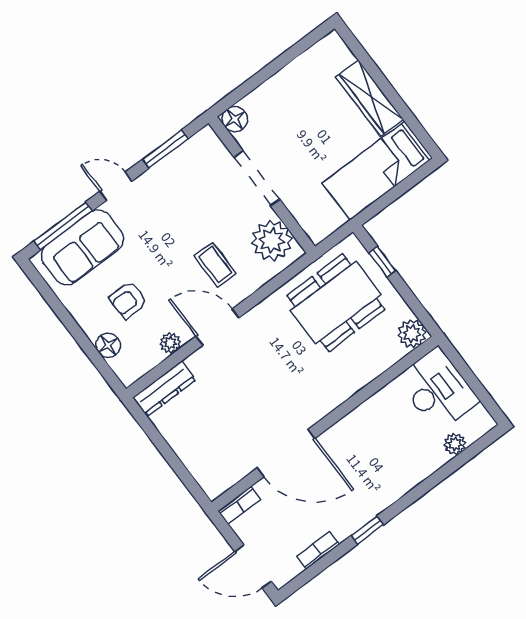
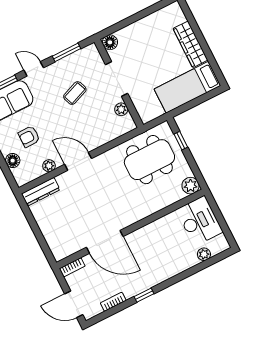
plant: (272, 241) -> (121, 109), width x0.53, depth x0.53
coffee table: (215, 265) -> (75, 93), moved, turned 69

